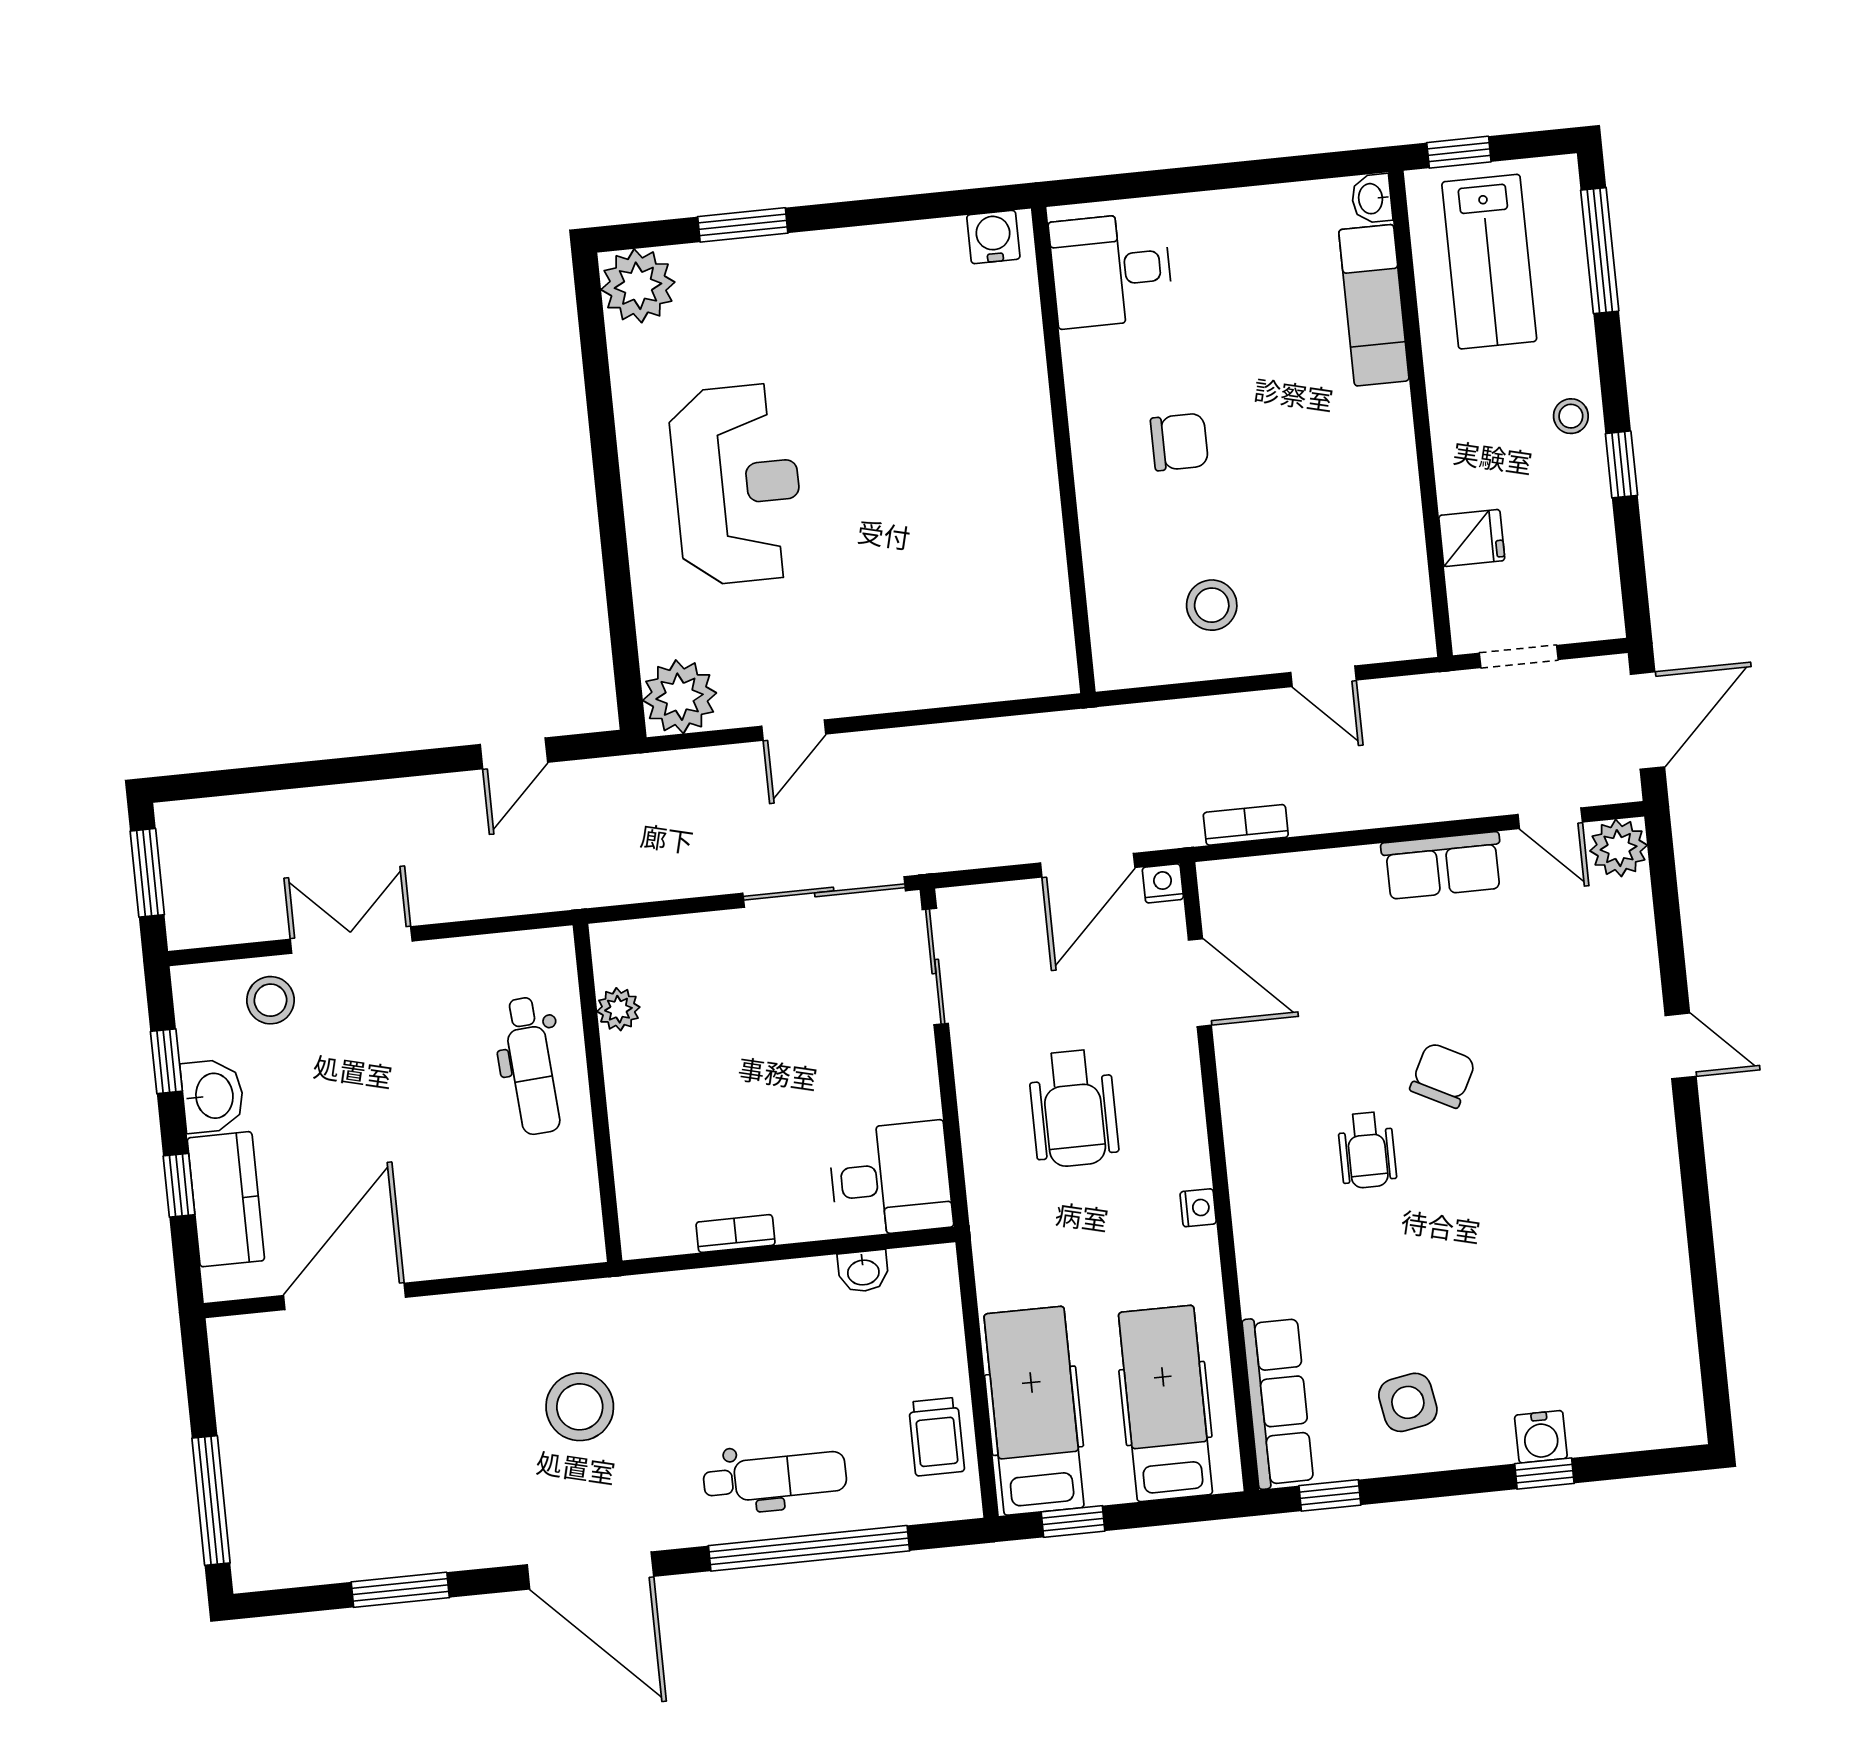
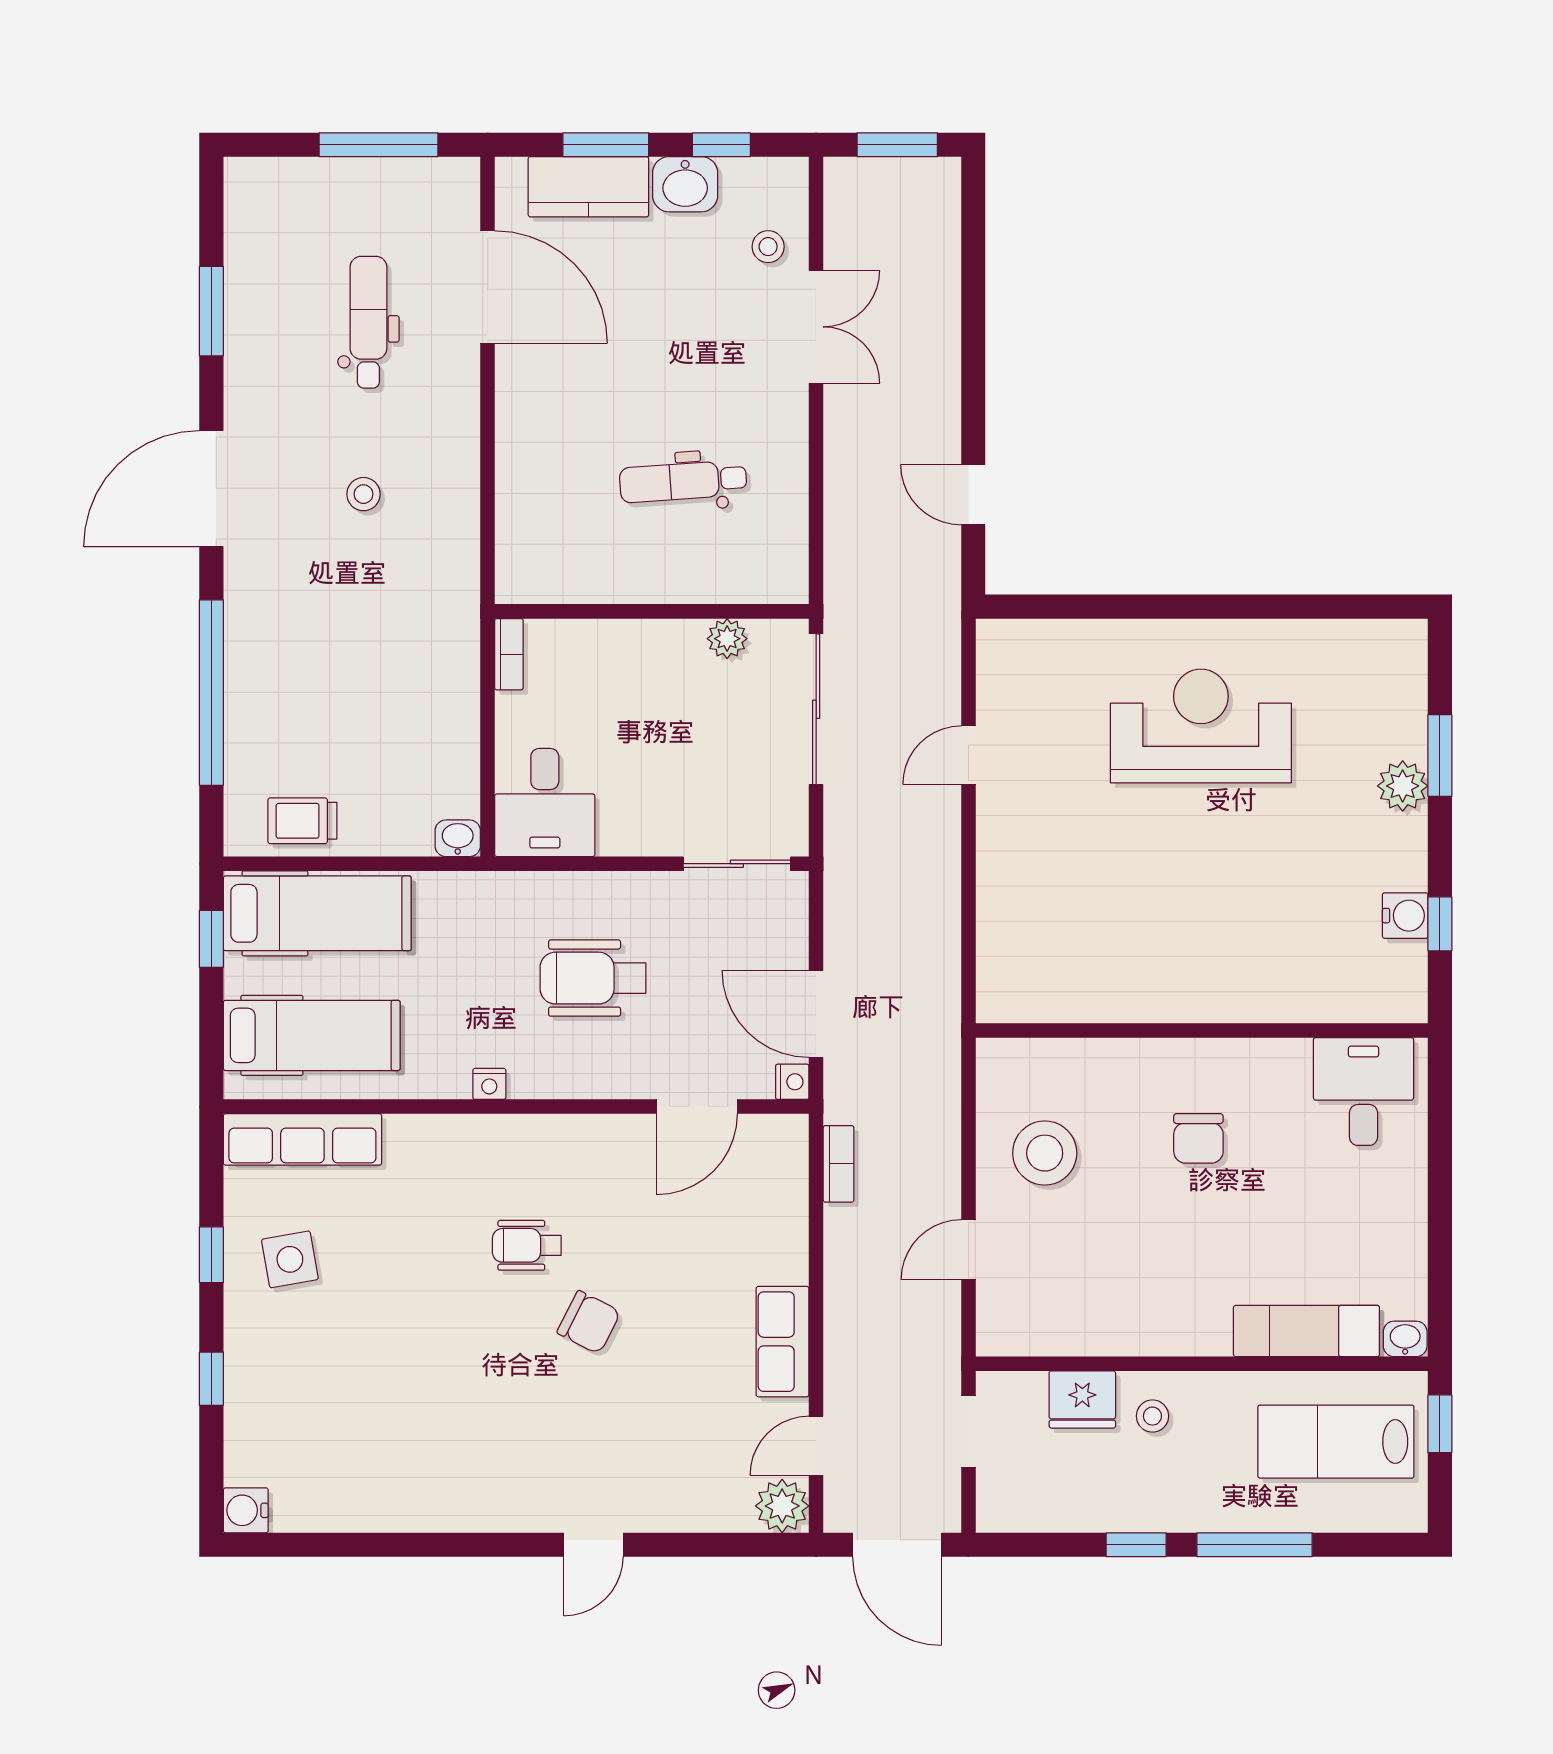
window: (923, 207) -> (1440, 924), added
water cooler: (993, 237) -> (1405, 916), moved
window: (1600, 251) -> (1255, 1545), moved
plant: (638, 286) -> (1403, 786), moved, width x0.73, depth x0.73
stool: (1571, 416) -> (1152, 1416), moved
reception desk: (737, 484) -> (1201, 726), turned 180
fridge: (1472, 538) -> (1082, 1399), width x1.38
stool: (1212, 605) -> (1045, 1153), width x1.38, depth x1.38
plant: (680, 697) -> (1010, 653), removed
door: (794, 730) -> (968, 755), hinge flipped
sliding door: (824, 892) -> (816, 709), moved
stool: (270, 1000) -> (768, 247), width x0.73, depth x0.73
plant: (618, 1009) -> (727, 639), moved
wall: (598, 1093) -> (652, 611), moved
window: (179, 1185) -> (606, 145), width x1.50
washbasin: (863, 1271) -> (458, 838), moved, turned 90
stool: (580, 1407) -> (363, 494), width x0.53, depth x0.53
water cooler: (1541, 1437) -> (246, 1510), moved
dental chair: (775, 1477) -> (368, 322), moved, turned 180
window: (1330, 1495) -> (211, 1255), moved
window: (211, 1501) -> (379, 145), moved

